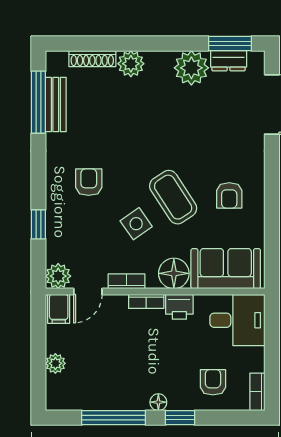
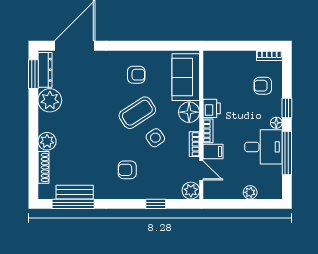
dresser: (229, 61) -> (45, 70), width x1.44
filing cabinet: (59, 309) -> (213, 152), moved
desk: (237, 320) -> (263, 147), moved, turned 90

